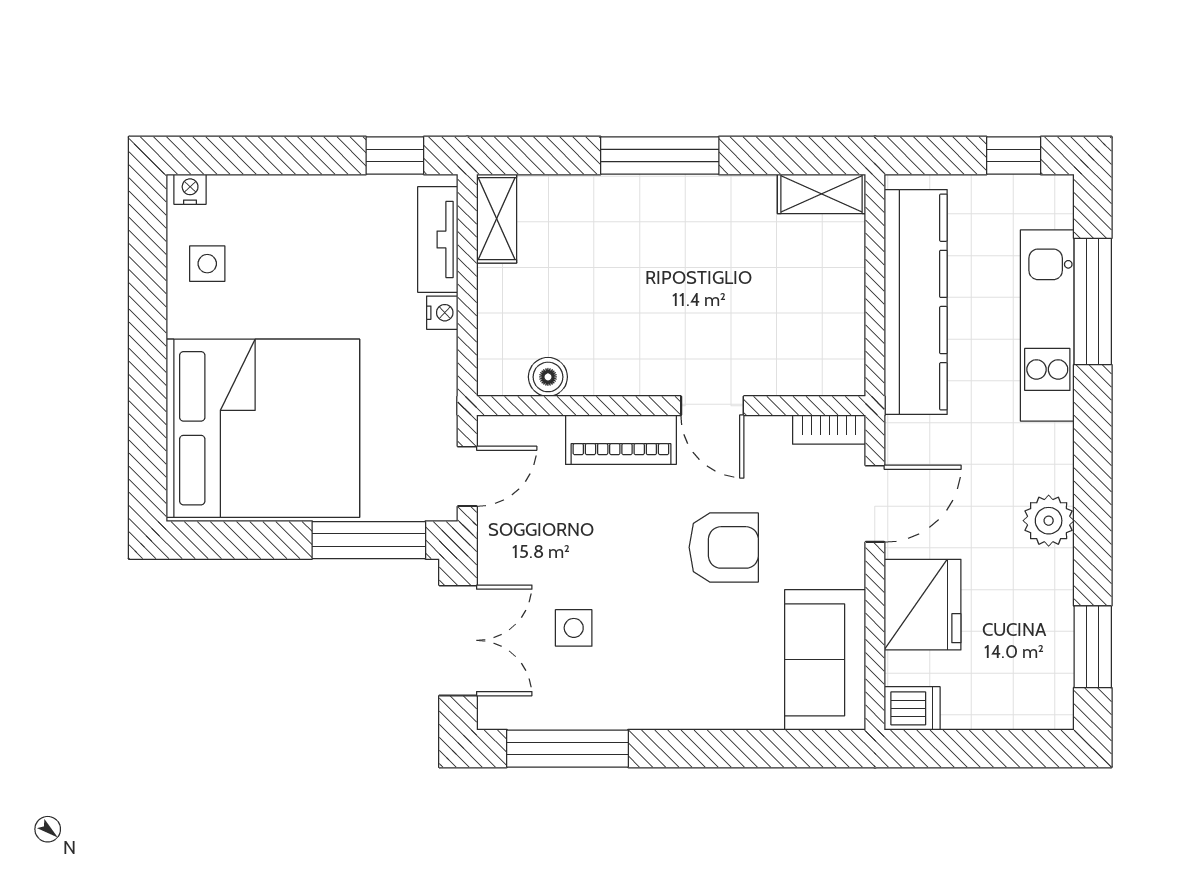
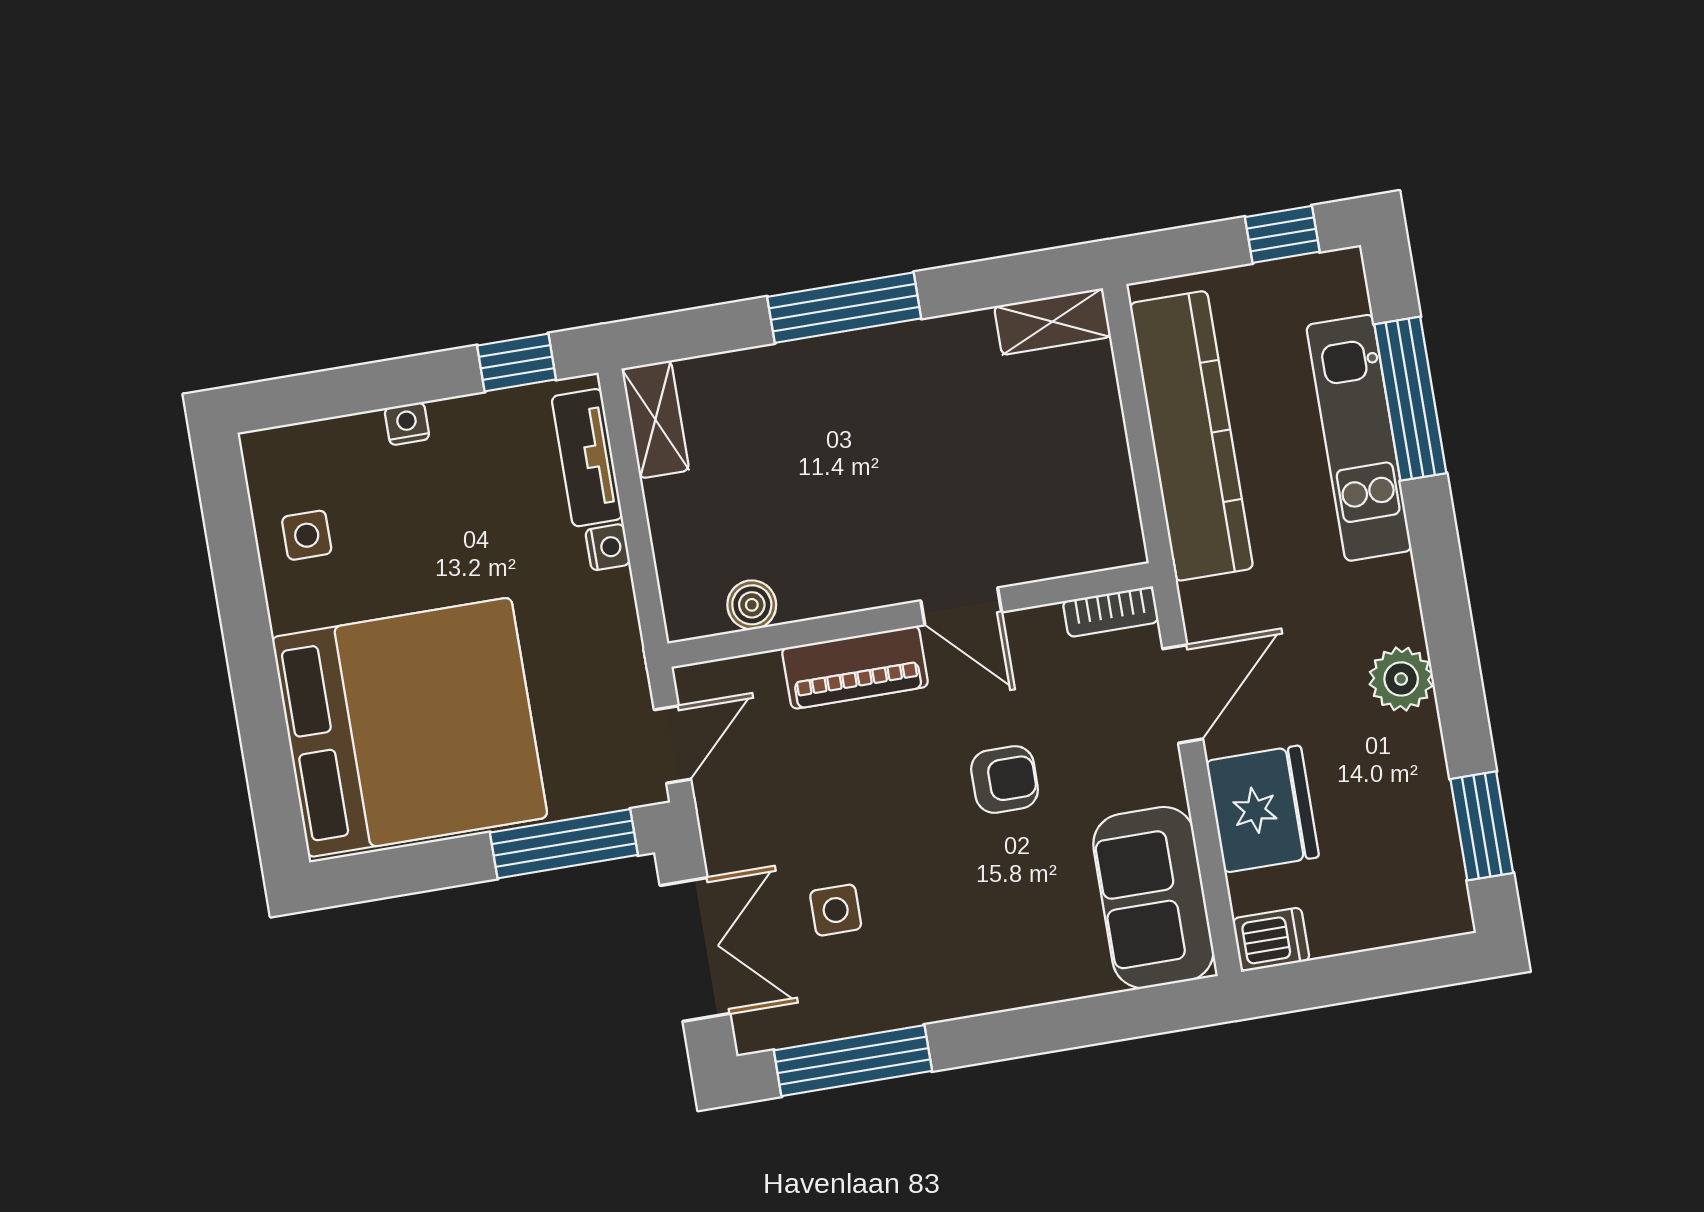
nightstand: (190, 189) -> (407, 424), moved
armchair: (724, 547) -> (1005, 779), width x0.72, depth x0.72

